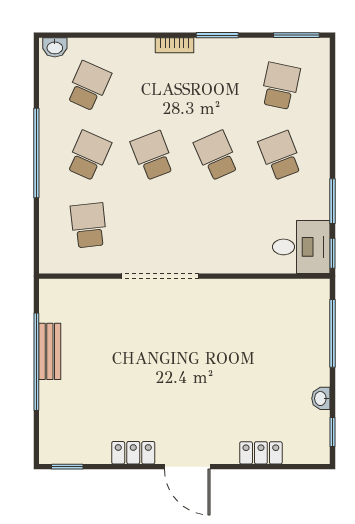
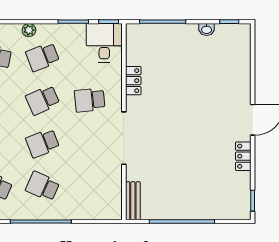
plant: (320, 135) -> (29, 30), added
school desk: (89, 225) -> (90, 100), moved
bench: (50, 351) -> (133, 201), moved, turned 90
locker: (261, 453) -> (133, 81), moved, turned 180

